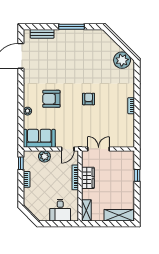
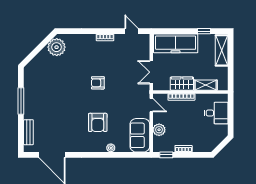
door: (137, 131) -> (132, 31), added
freezer: (126, 172) -> (176, 43), added
window: (137, 175) -> (204, 31), moved
shelving: (86, 210) -> (206, 85), moved

